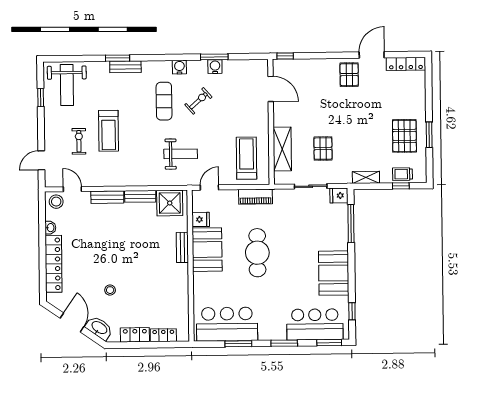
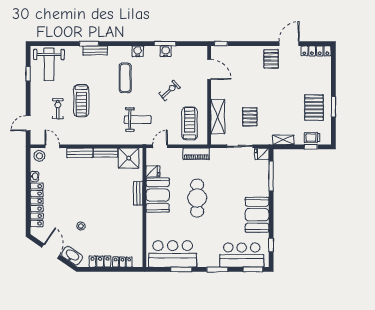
exercise bike: (198, 101) -> (169, 90), moved

